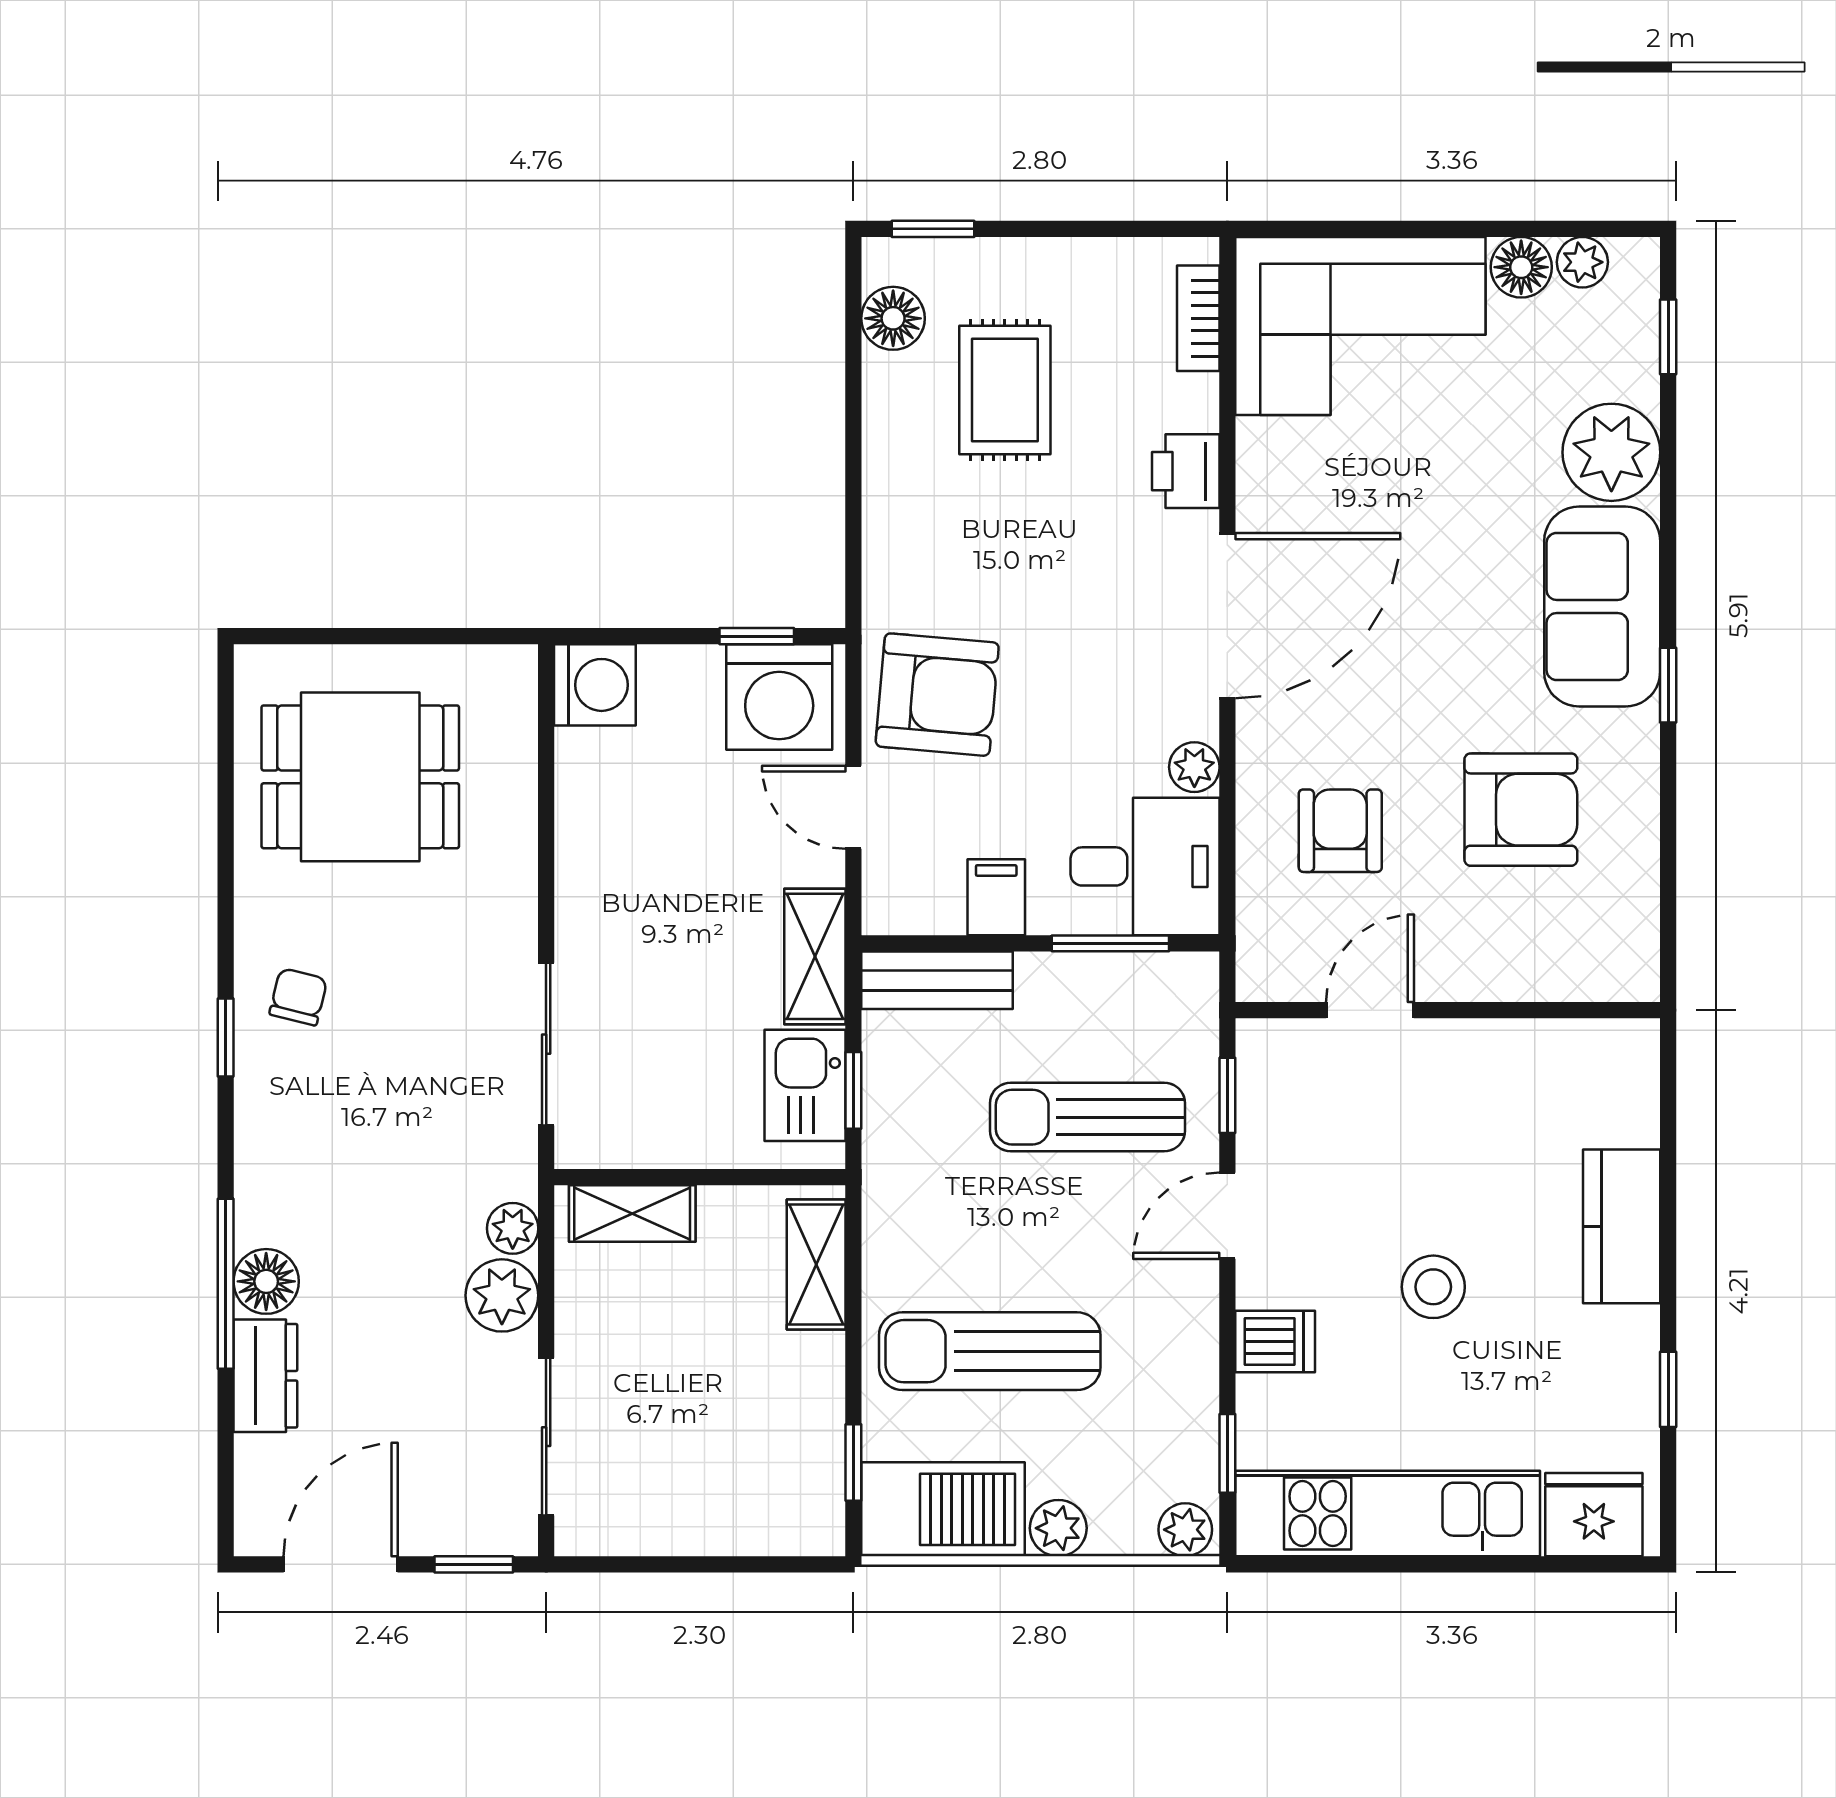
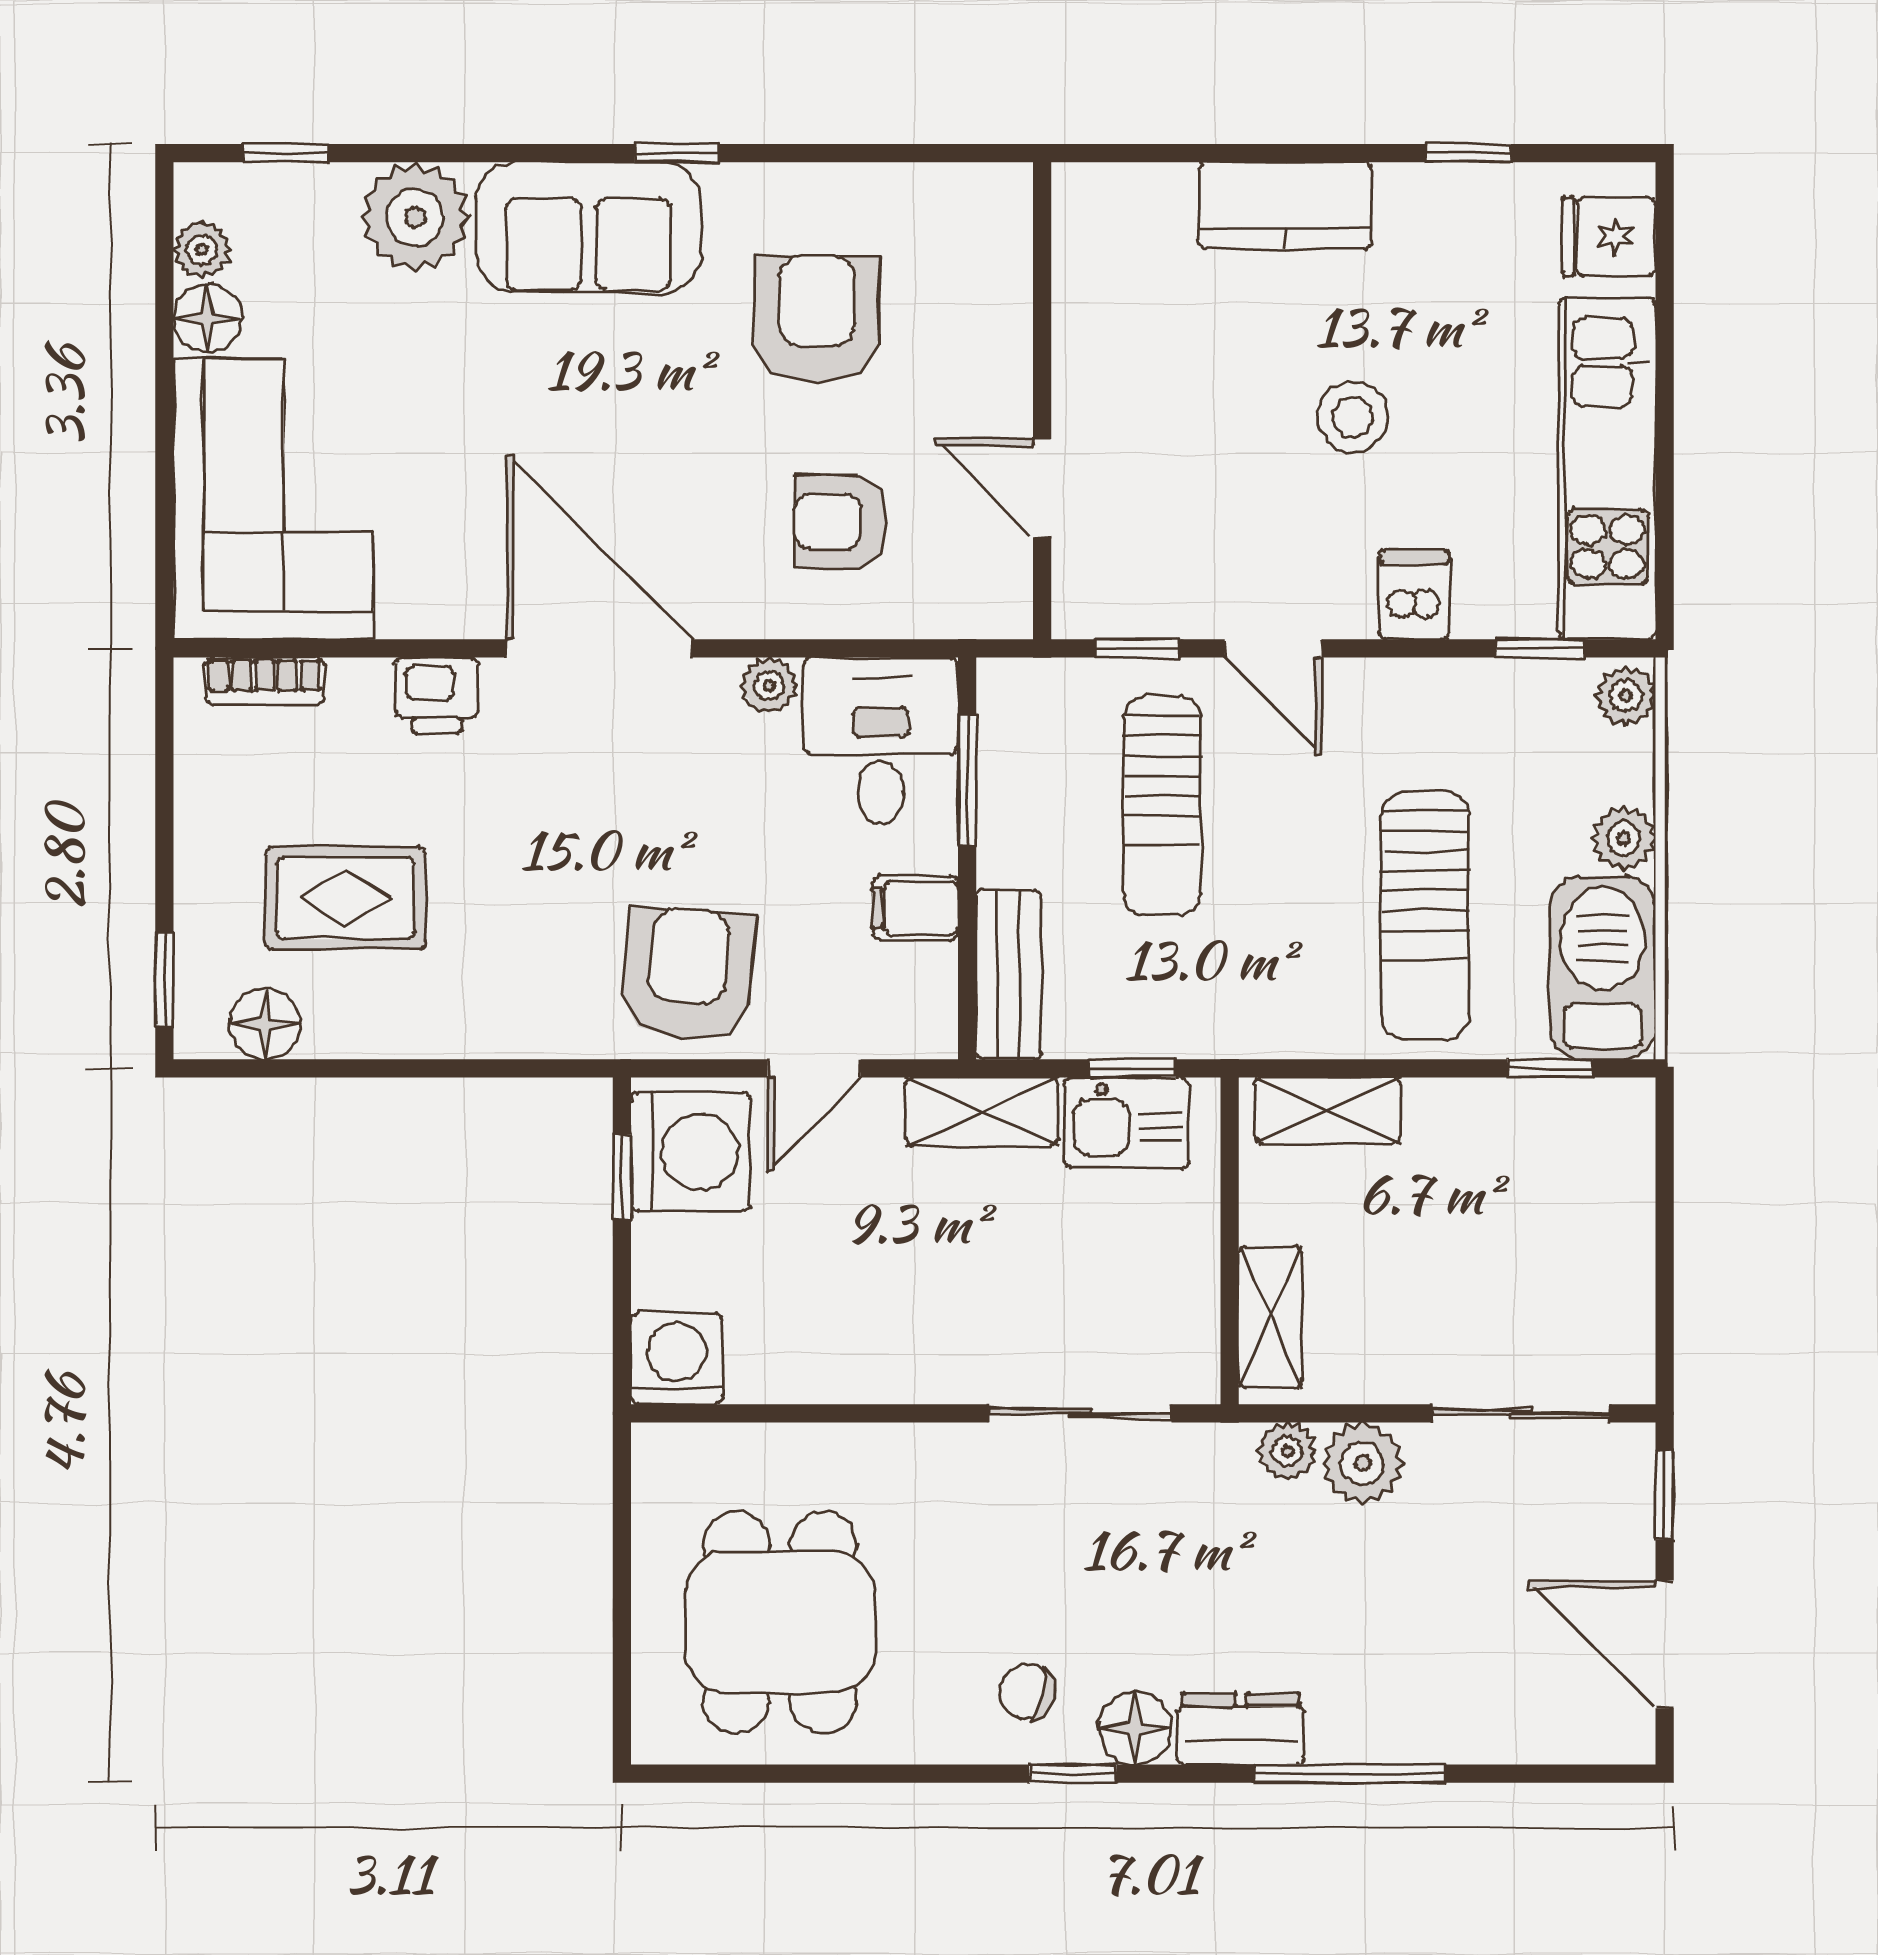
floor lamp: (266, 1281) -> (1135, 1728), moved
dresser: (265, 1376) -> (1241, 1729), moved
fridge: (1594, 1515) -> (1609, 237), width x0.72

